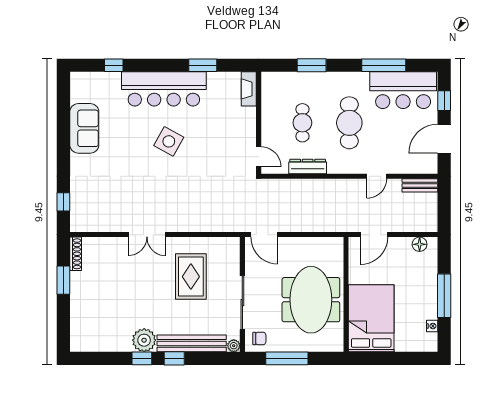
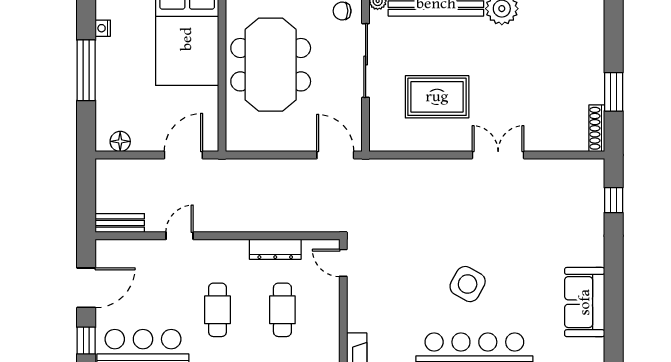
cafe table: (349, 123) -> (217, 310), width x0.73, depth x0.74
rug: (191, 277) -> (437, 97), turned 90

